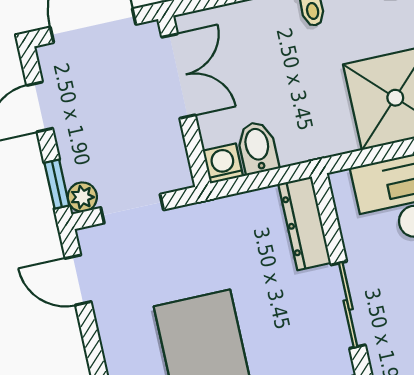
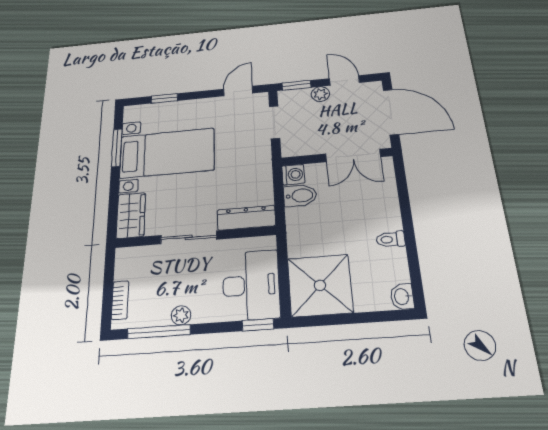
plant: (82, 197) -> (320, 94), moved

